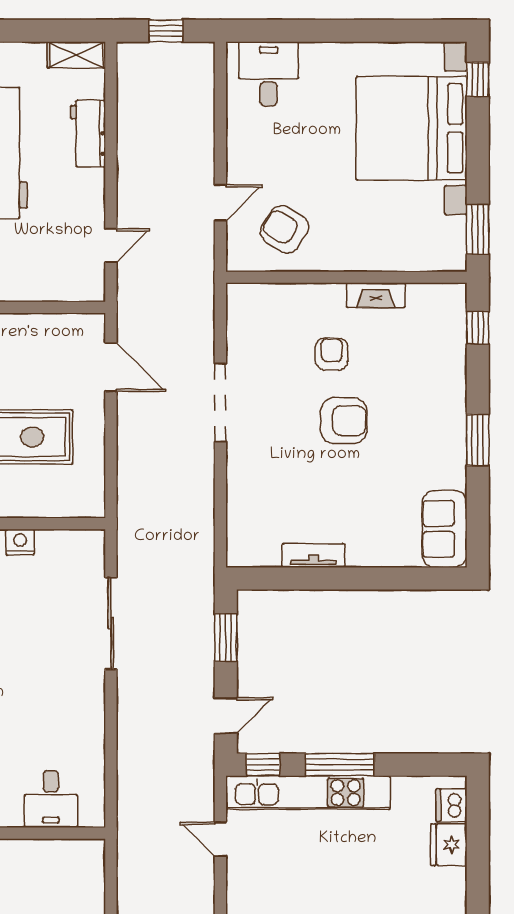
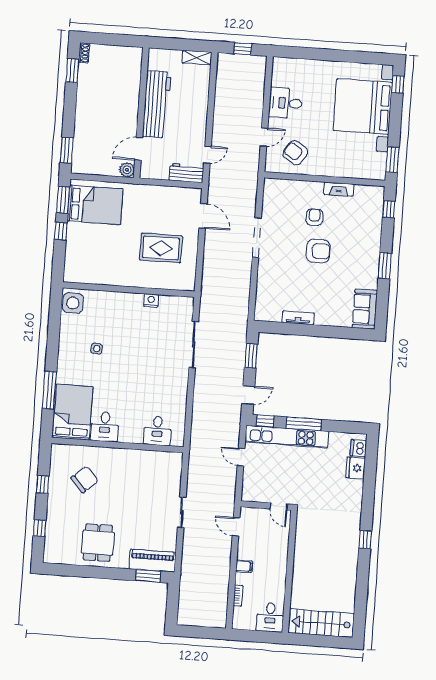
desk: (269, 74) -> (285, 103), moved, turned -90
workbench: (88, 134) -> (186, 173), moved, turned 90

